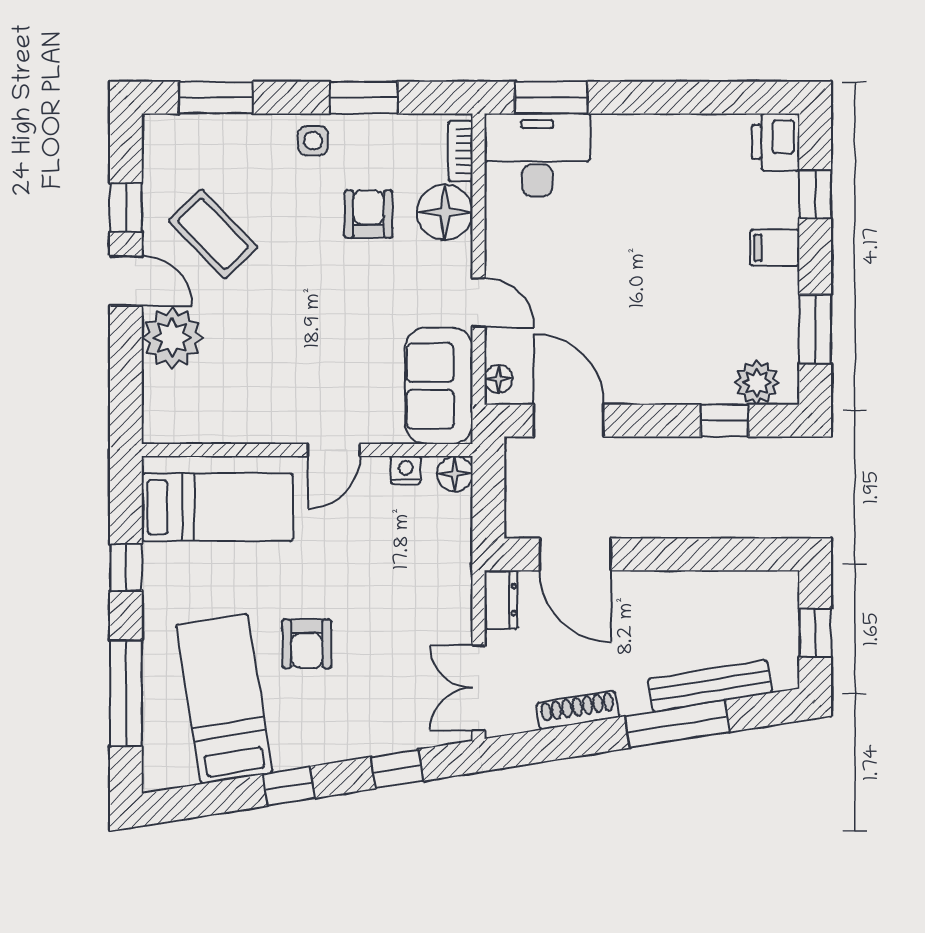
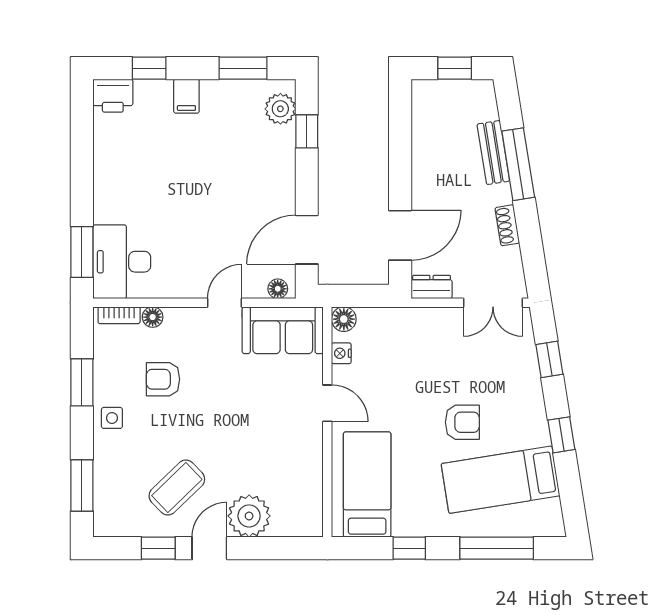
floor lamp: (445, 212) -> (153, 317), width x0.53, depth x0.53
bench: (710, 686) -> (493, 153), width x0.73
shoe rack: (578, 710) -> (507, 225), width x0.70

